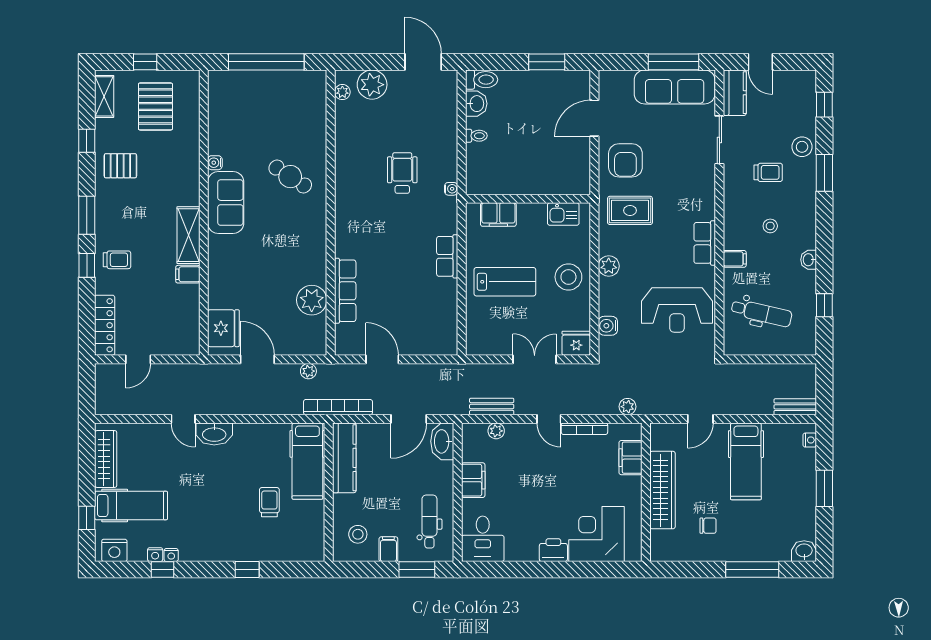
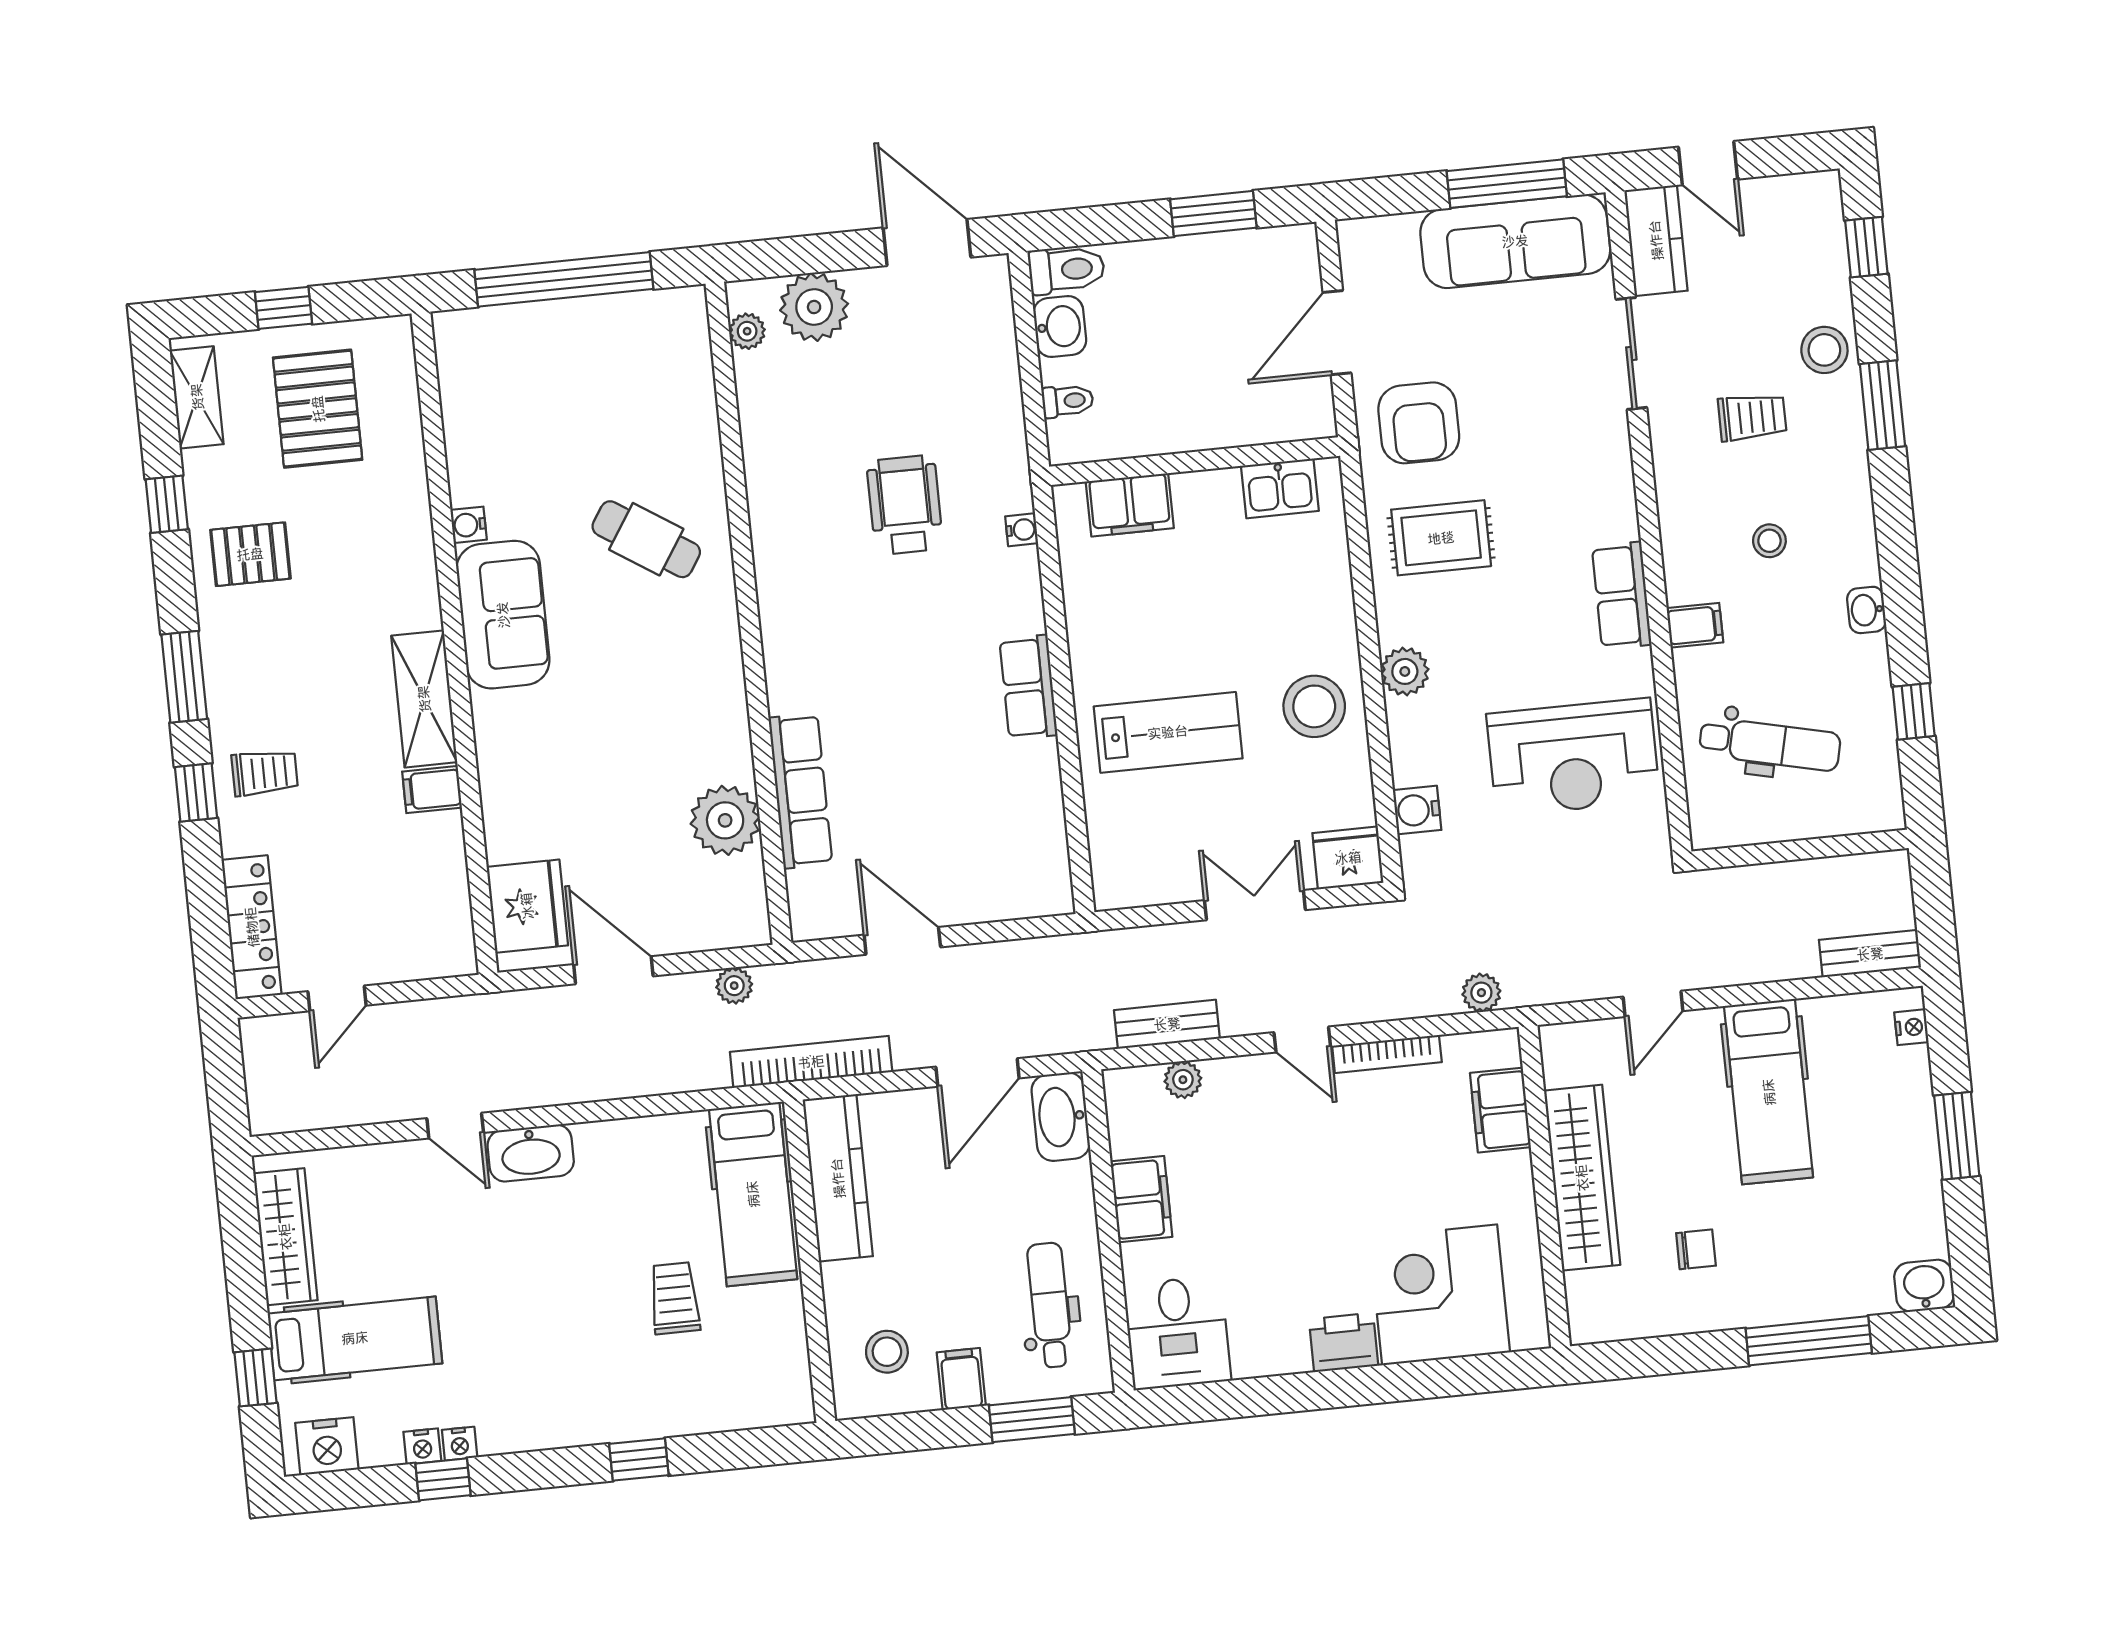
wall: (528, 199) -> (1195, 461), moved
kitchen sink: (563, 214) -> (1280, 488), moved
filing cabinet: (498, 215) -> (1130, 505), moved

